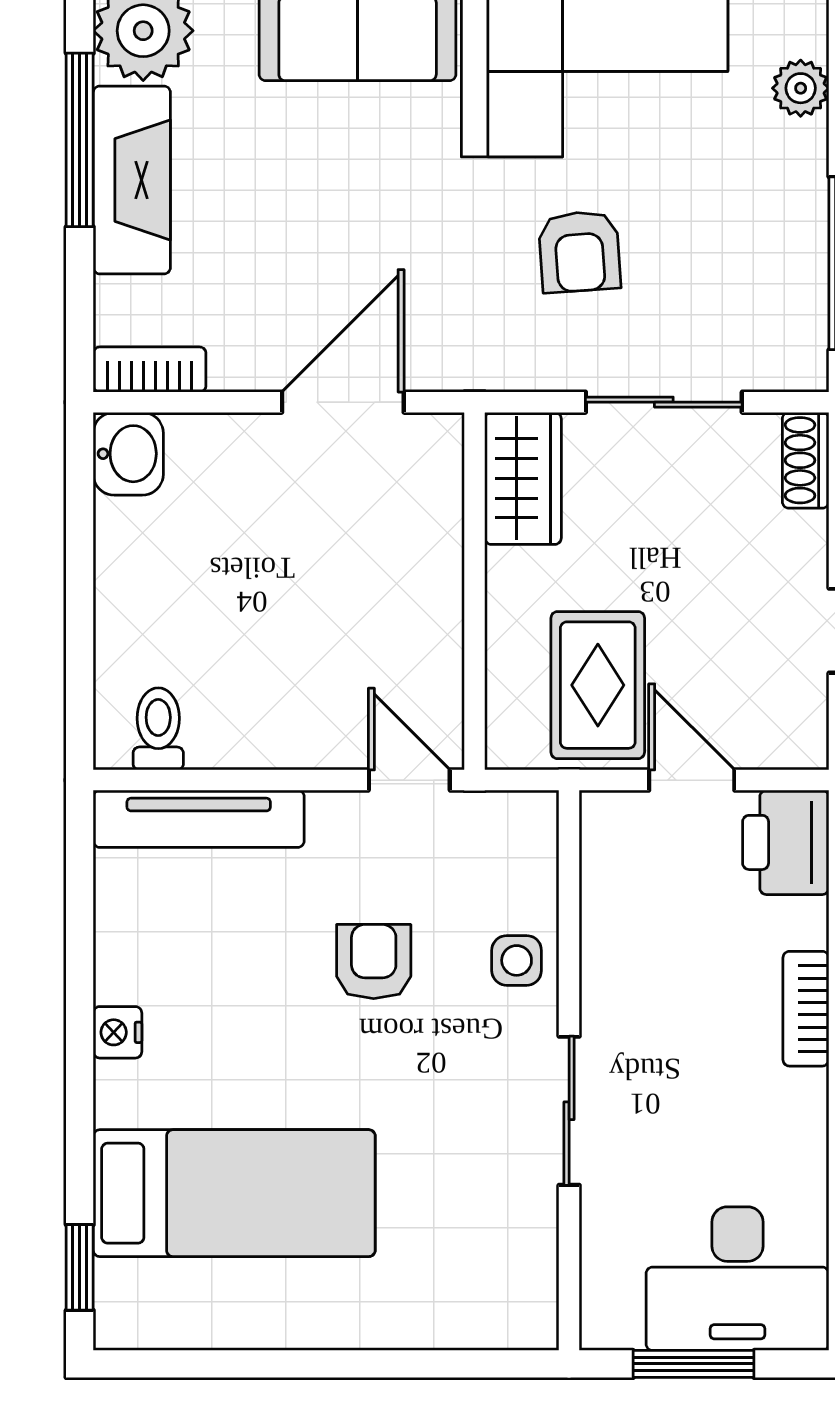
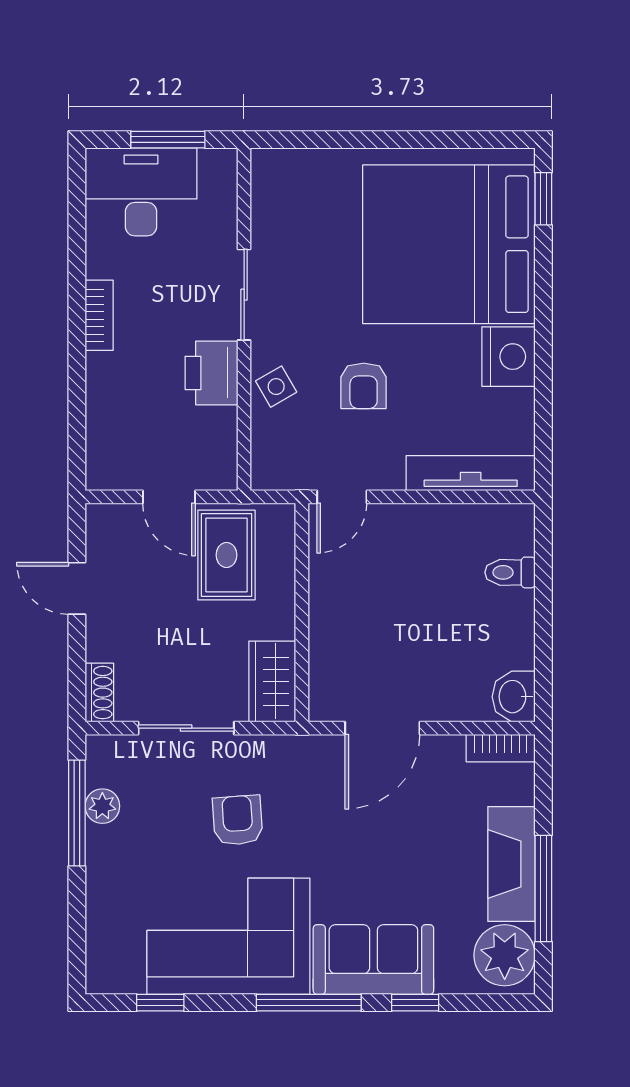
plant: (801, 88) -> (102, 806), moved
toilet: (158, 729) -> (510, 572), moved, turned 90
door: (409, 780) -> (342, 497), hinge flipped
printer: (786, 842) -> (211, 373), moved, turned 180
side table: (517, 960) -> (276, 387), turned -30
bookcase: (806, 1009) -> (99, 315), moved
nightstand: (118, 1032) -> (508, 357), width x1.89, depth x1.79
bed: (234, 1193) -> (449, 244), width x2.04

